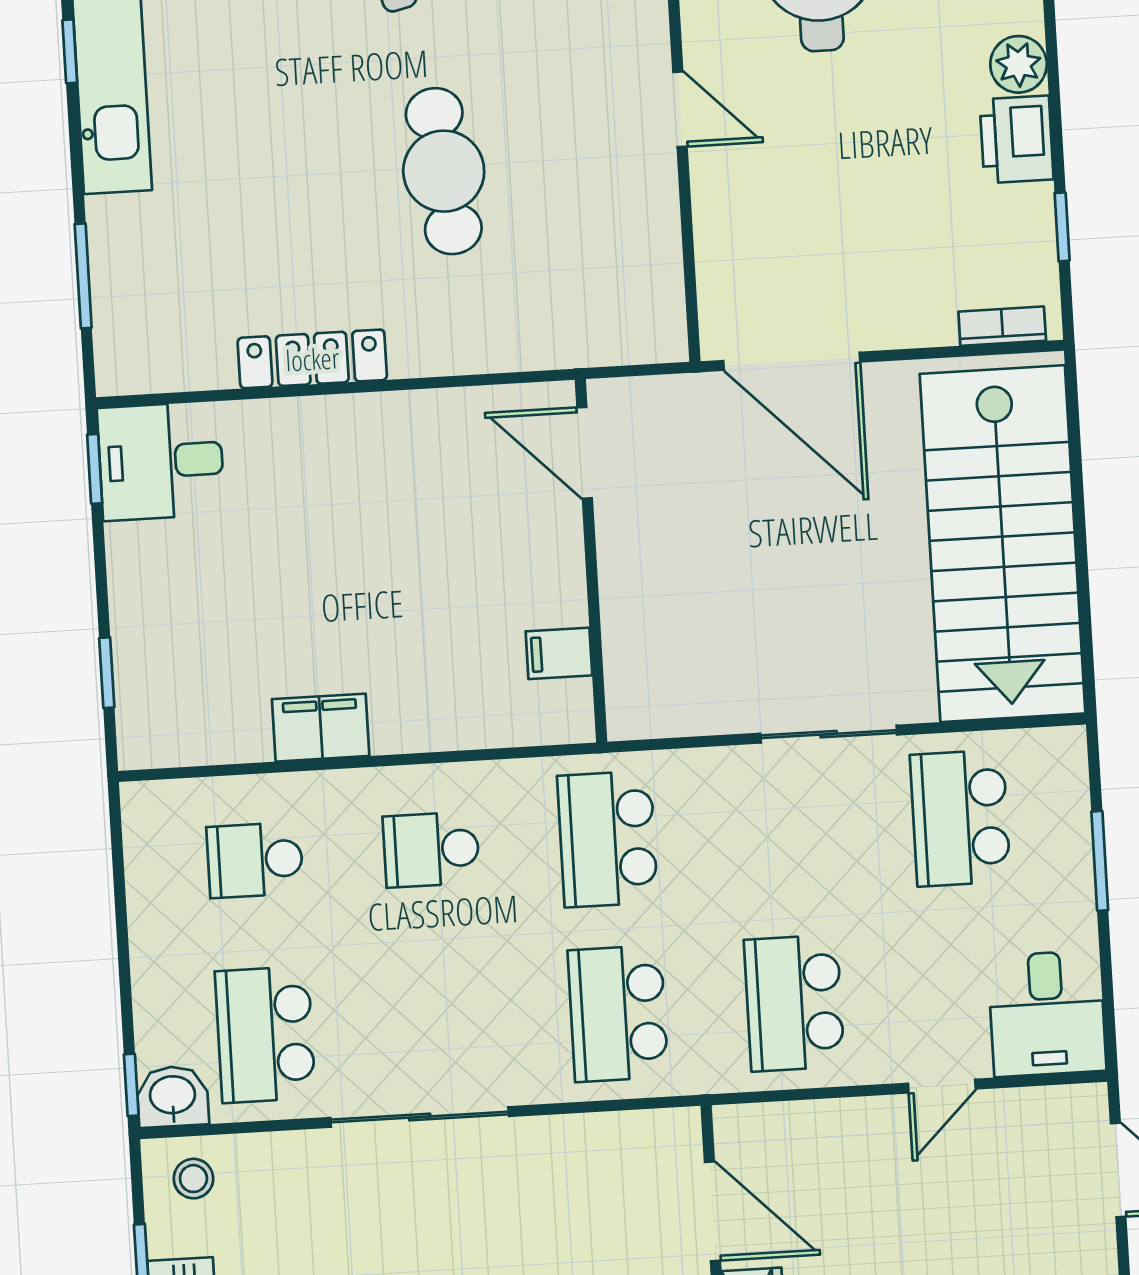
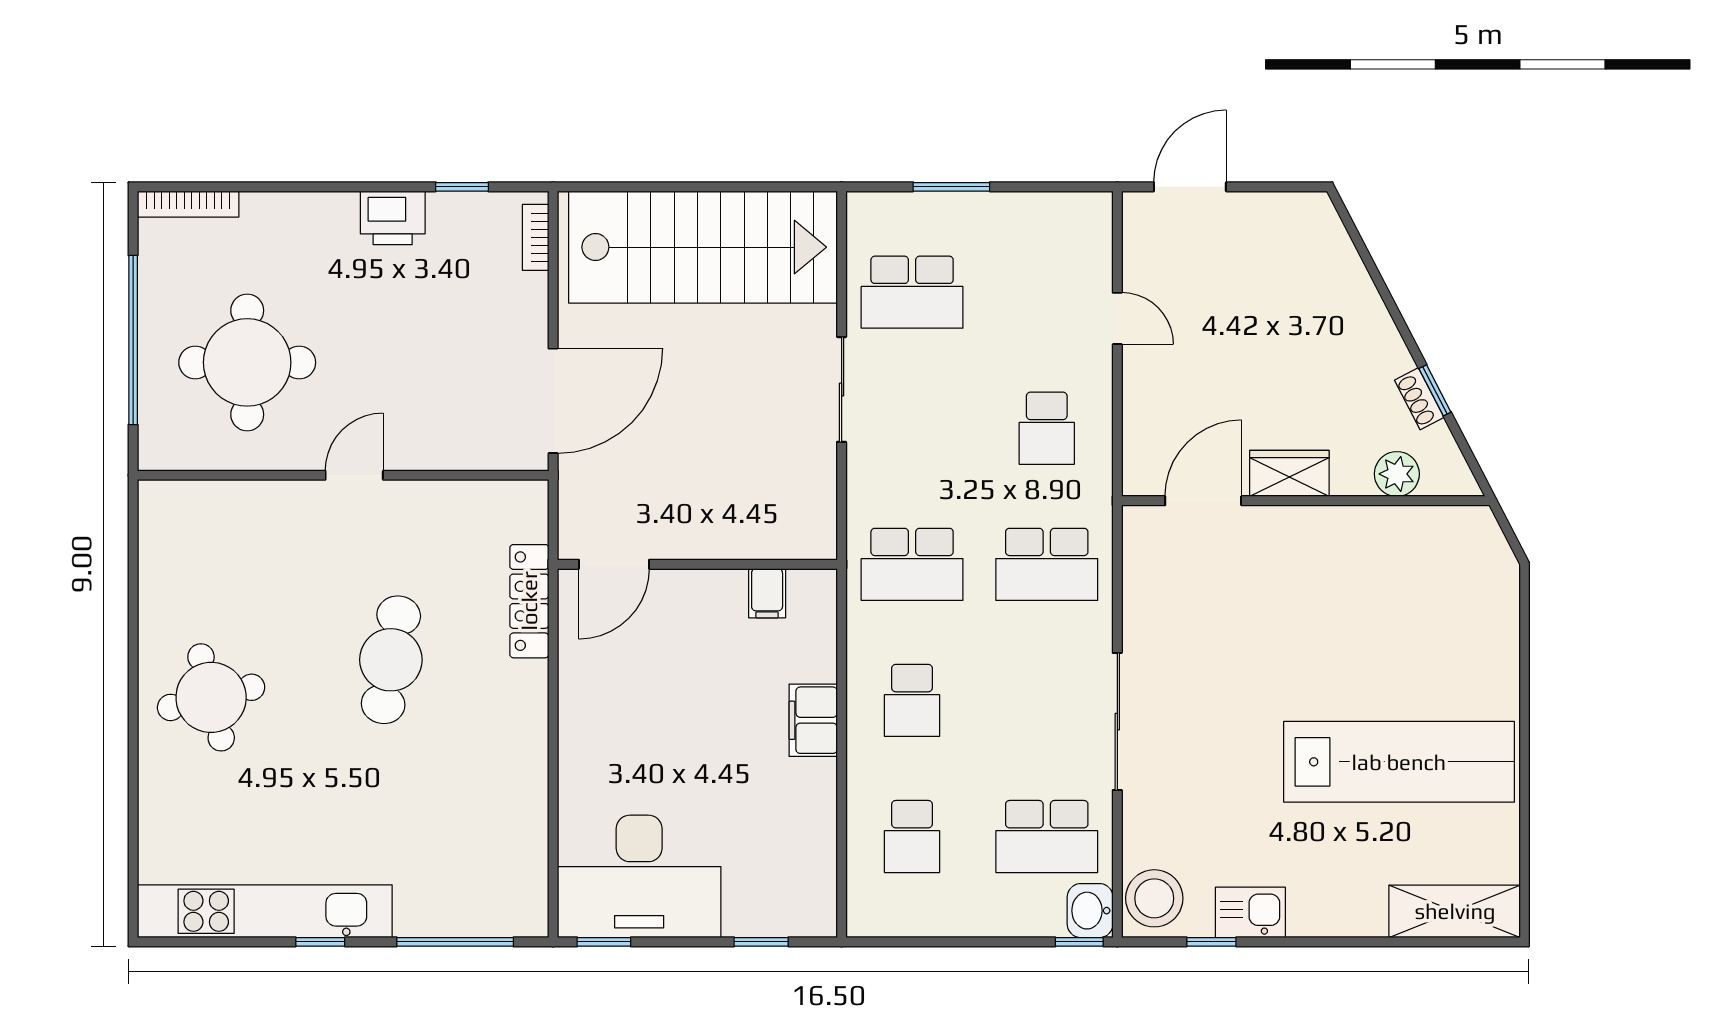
window: (70, 51) -> (320, 942), moved
plant: (1019, 64) -> (335, 213), removed
cafe table: (444, 171) -> (391, 660), turned -74
window: (83, 276) -> (455, 942), width x1.44
locker: (312, 359) -> (529, 601), moved
desk: (161, 461) -> (639, 876), width x1.87, depth x1.30
filing cabinet: (321, 728) -> (813, 720), moved
school desk: (794, 1003) -> (1047, 428), width x0.54
desk: (1047, 1013) -> (1066, 234), removed
stool: (193, 1179) -> (1154, 898), width x1.89, depth x1.89

